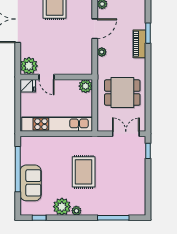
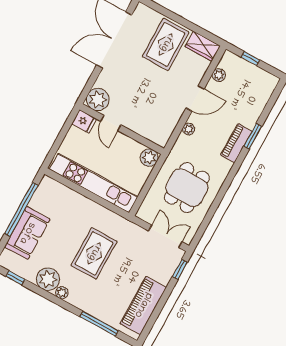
dining table: (122, 93) -> (187, 188), turned 90
piano: (137, 189) -> (143, 305), added

